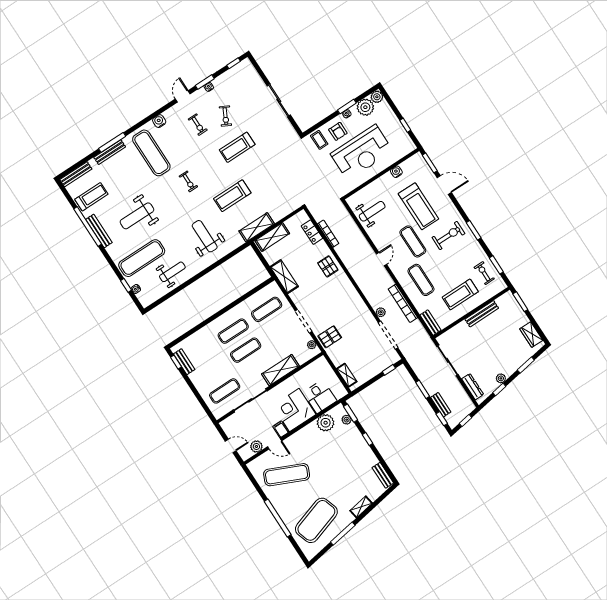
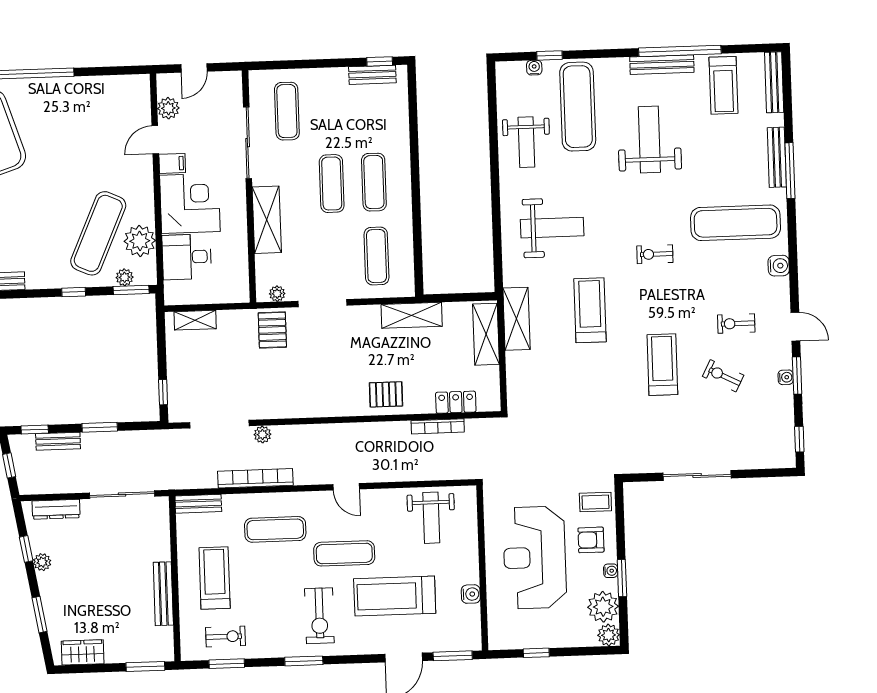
exercise mat: (287, 475) -> (98, 233), moved

